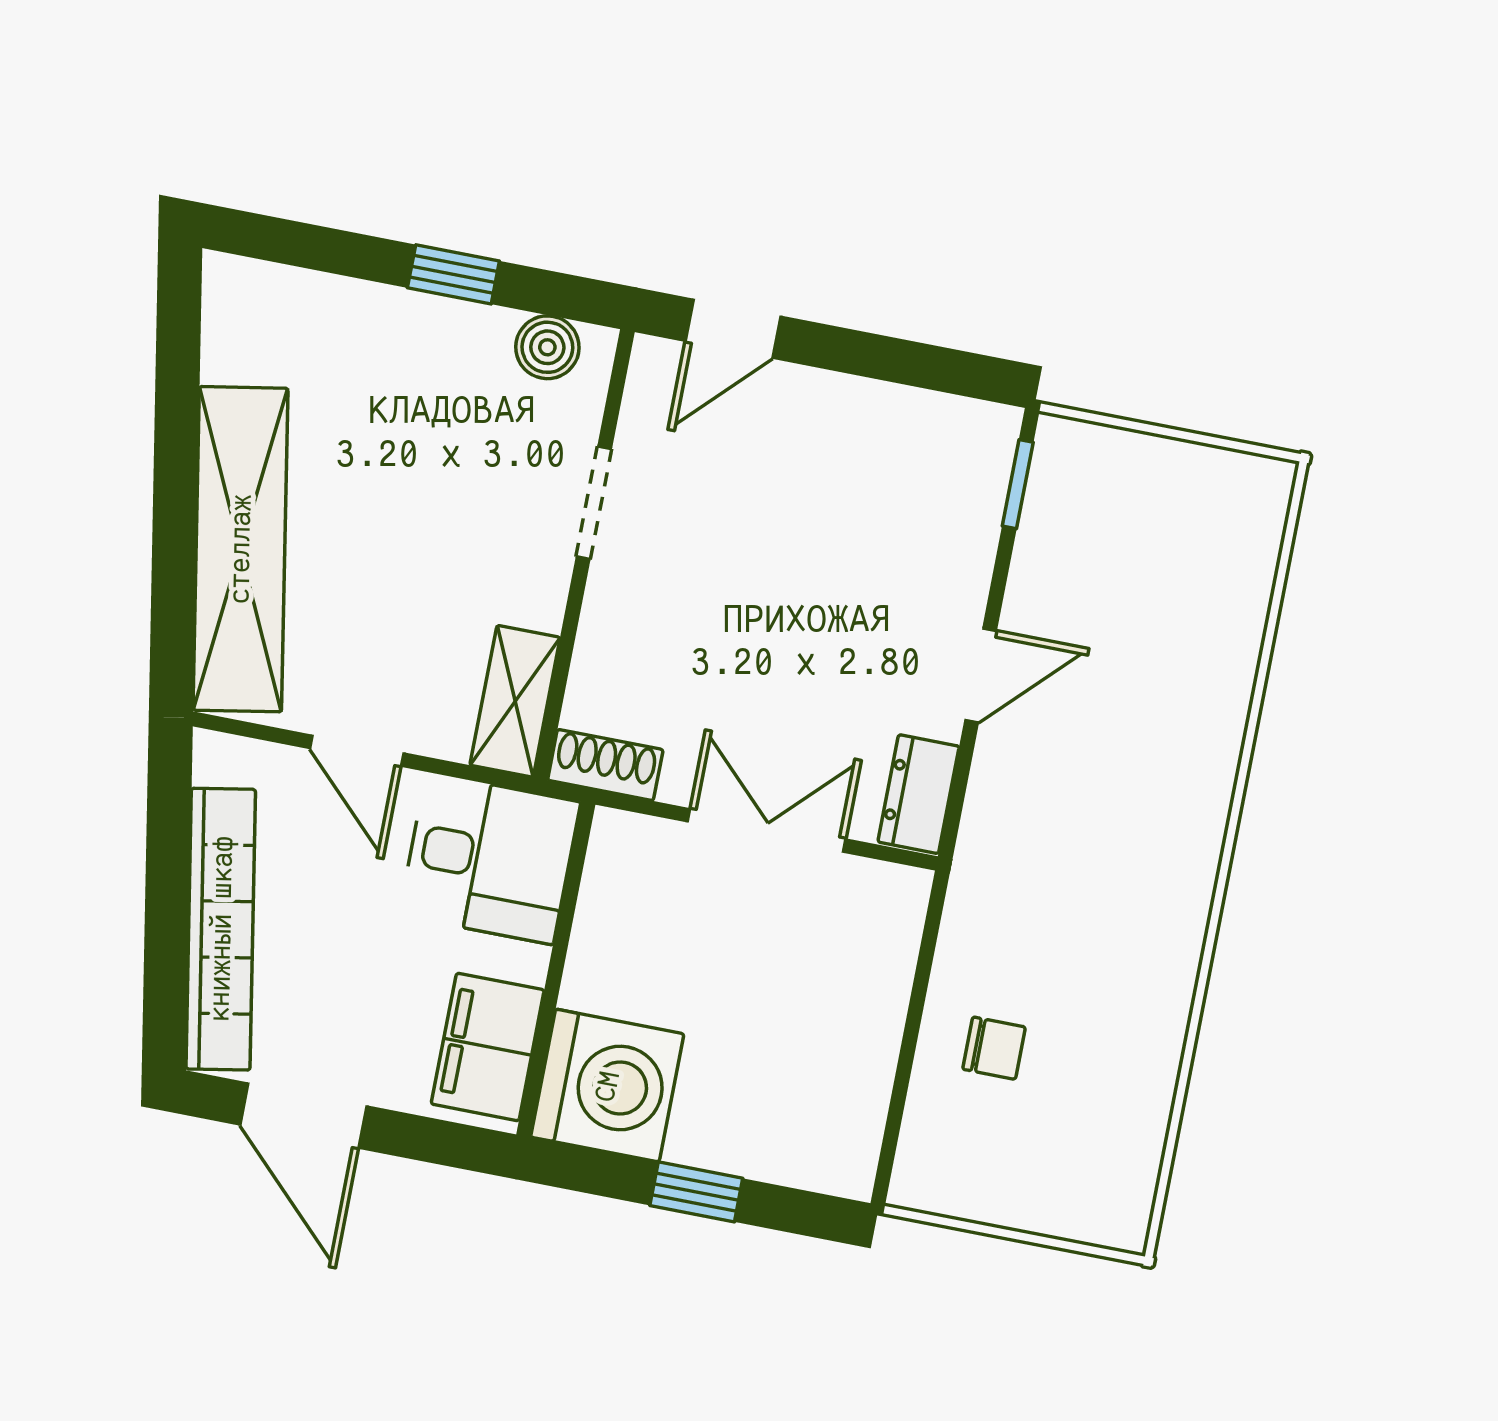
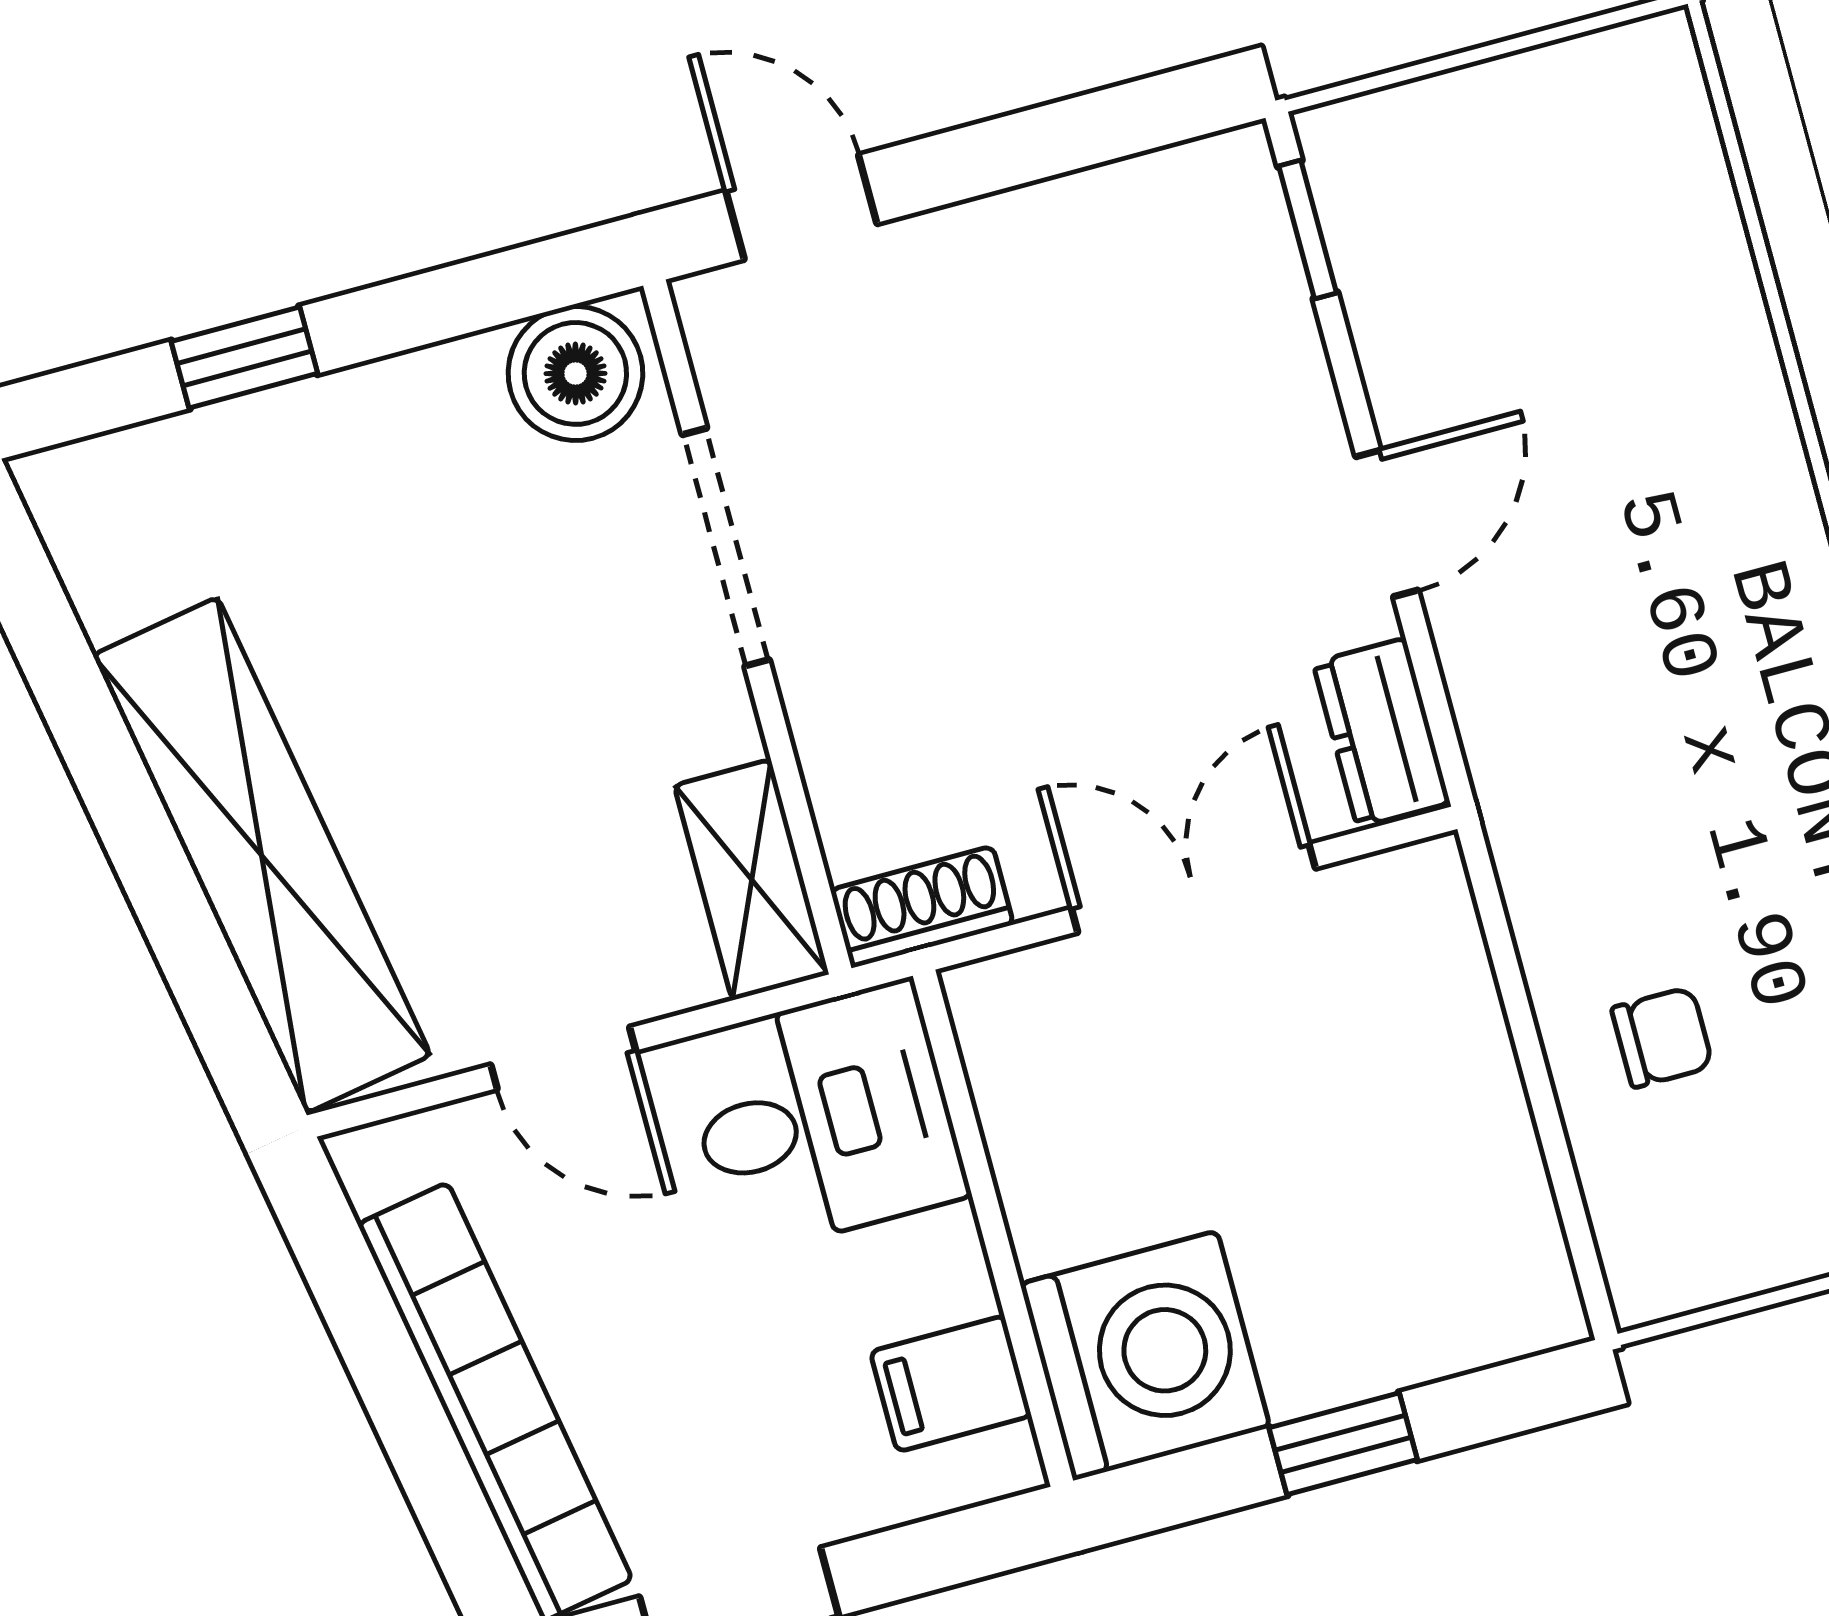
window: (453, 274) -> (244, 357), moved
door: (733, 329) -> (801, 207), swing flipped
boiler: (547, 347) -> (575, 373), width x1.36, depth x1.36
doorway: (594, 503) -> (726, 547), width x1.38
filing cabinet: (488, 1047) -> (951, 1384), width x0.50

